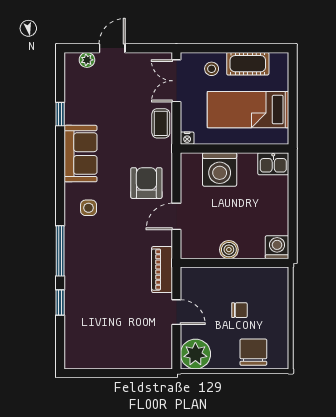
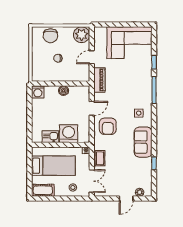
cot: (248, 64) -> (43, 190), moved
kitchen sink: (273, 164) -> (50, 137), moved
door: (176, 312) -> (92, 57), hinge flipped
corner sofa: (106, 339) -> (129, 43), added

